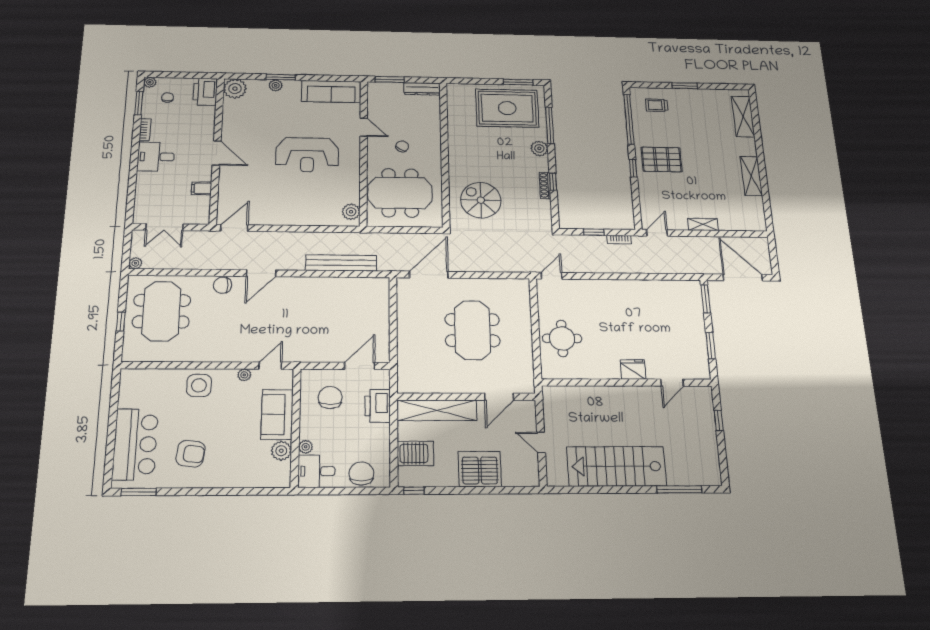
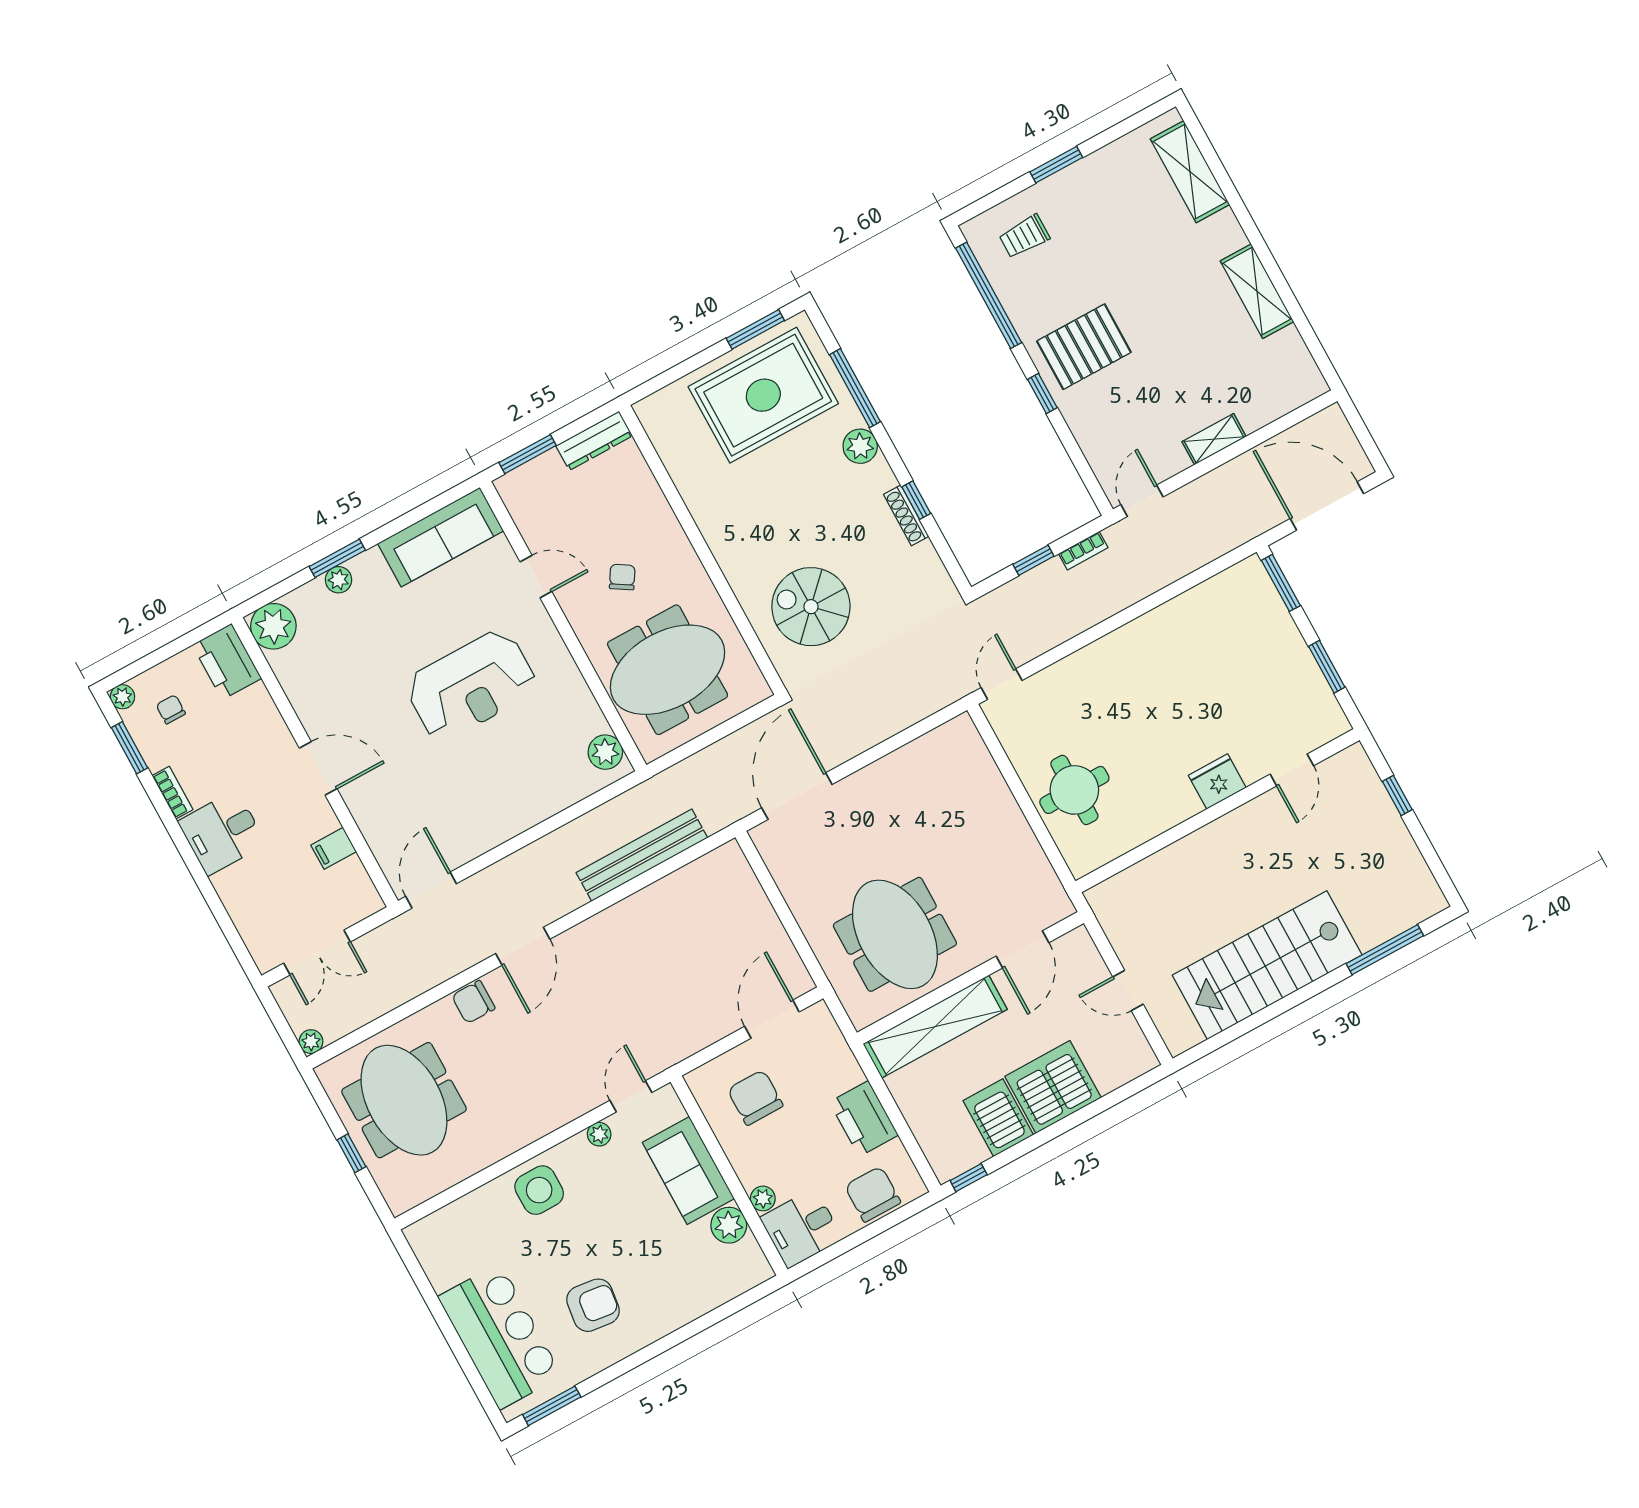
meeting table: (472, 330) -> (895, 934), moved
printer: (378, 406) -> (864, 1119), moved
server rack: (415, 453) -> (998, 1118), moved, turned -90

